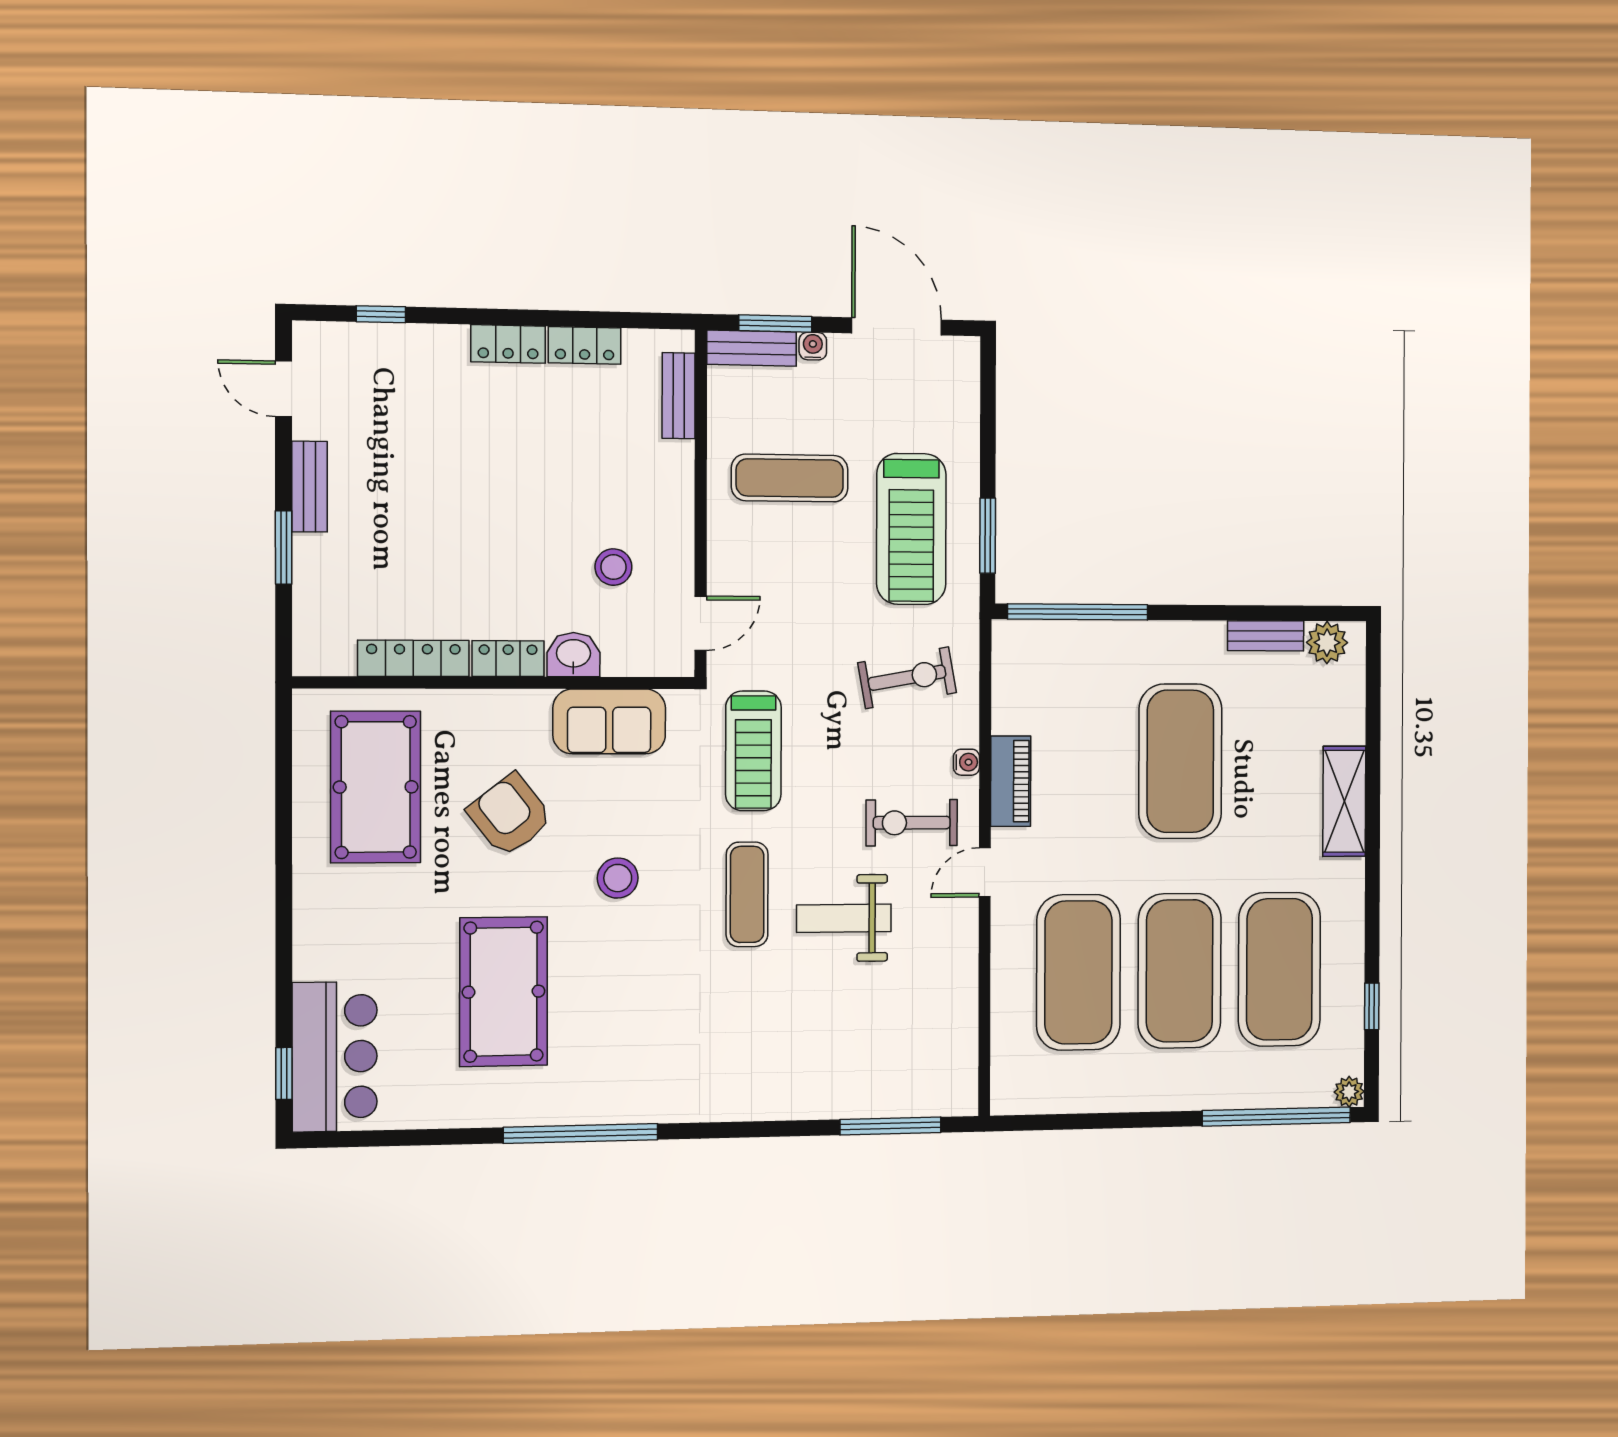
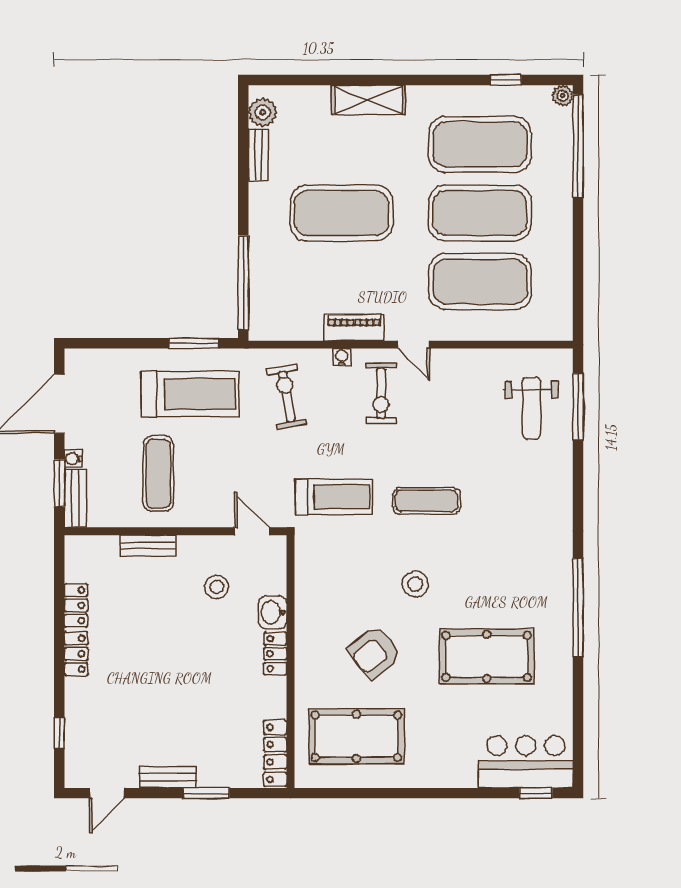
bench: (679, 396) -> (148, 545), moved
locker: (413, 658) -> (275, 753), moved
sofa: (609, 721) -> (315, 590), removed
weight bench: (844, 918) -> (532, 408), moved

